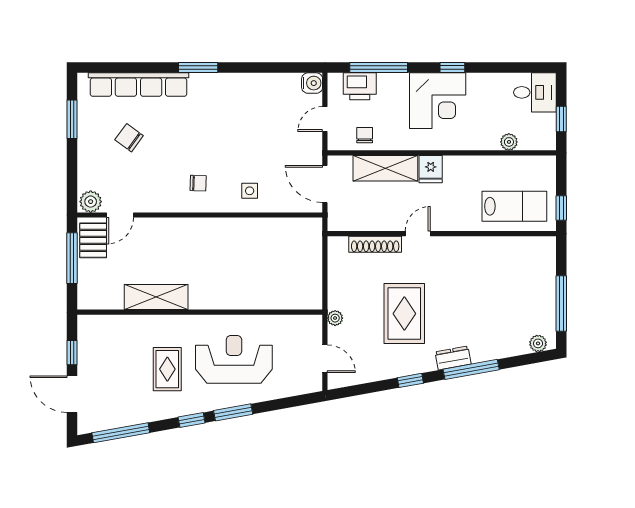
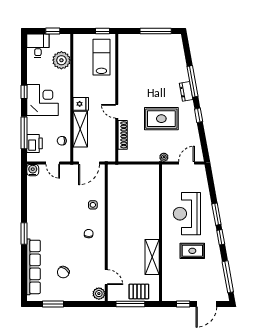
plant: (509, 142) -> (61, 60), width x1.87, depth x1.87
pallet: (93, 240) -> (139, 291), moved
plant: (538, 343) -> (178, 44), removed

